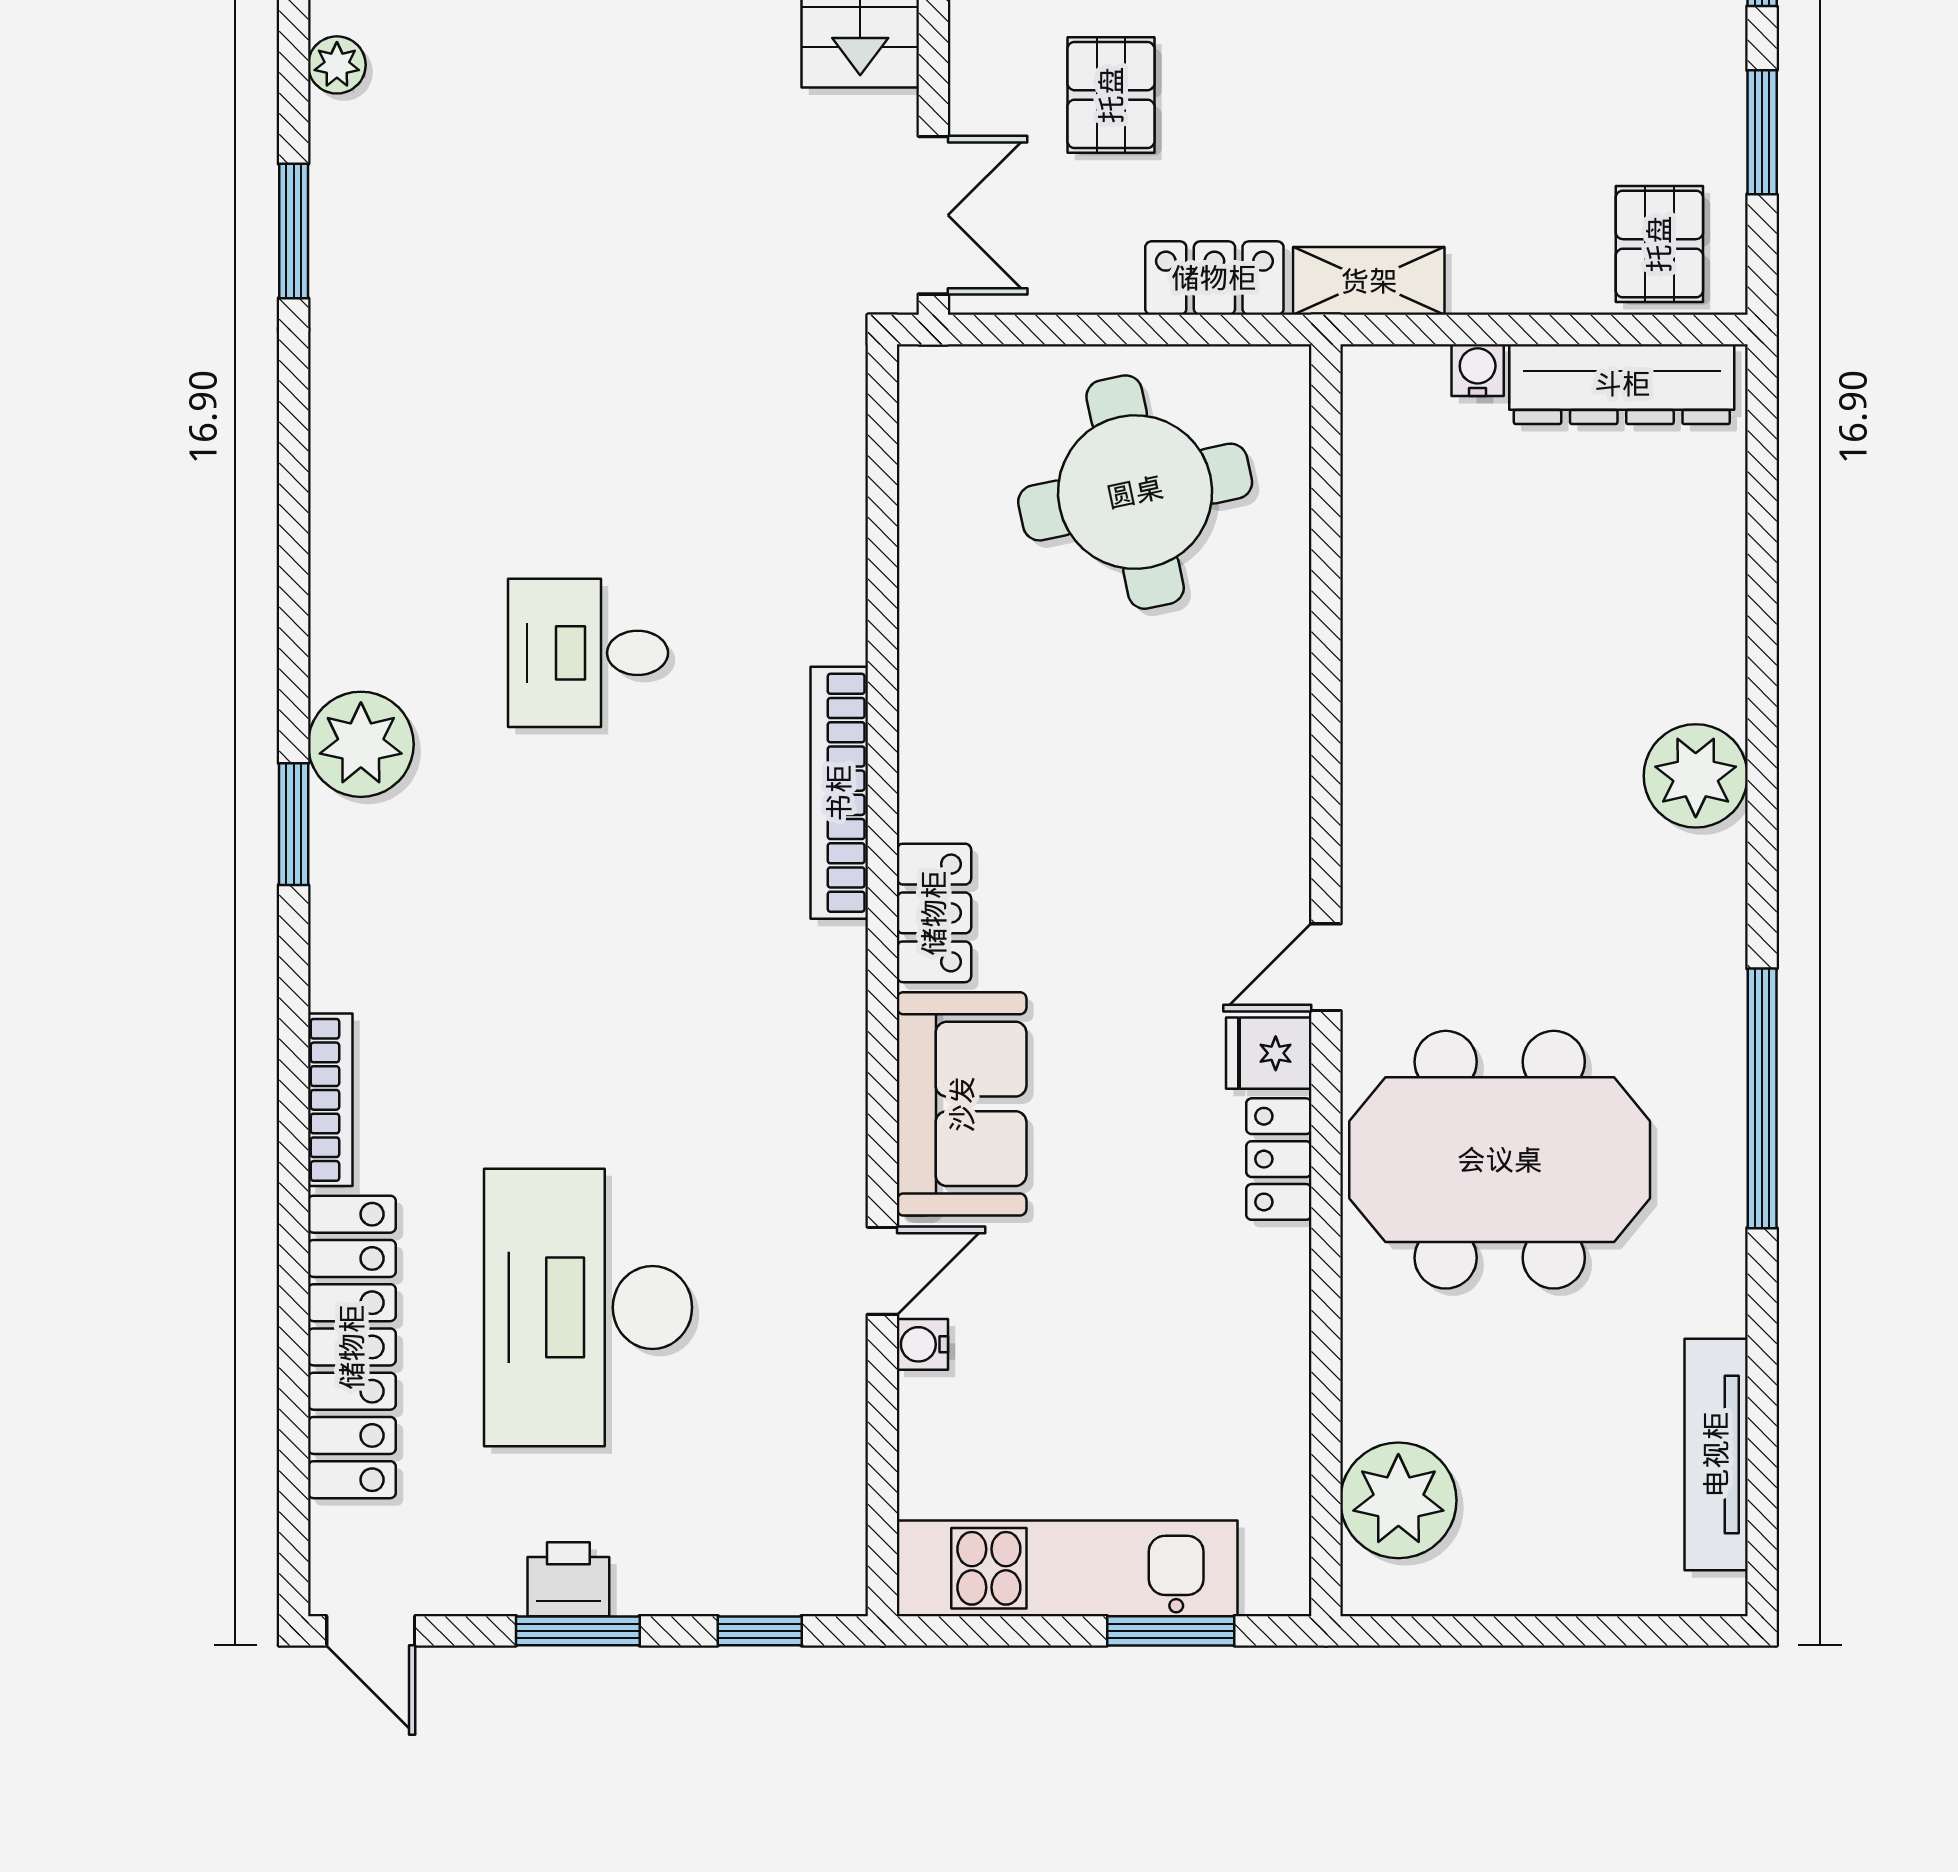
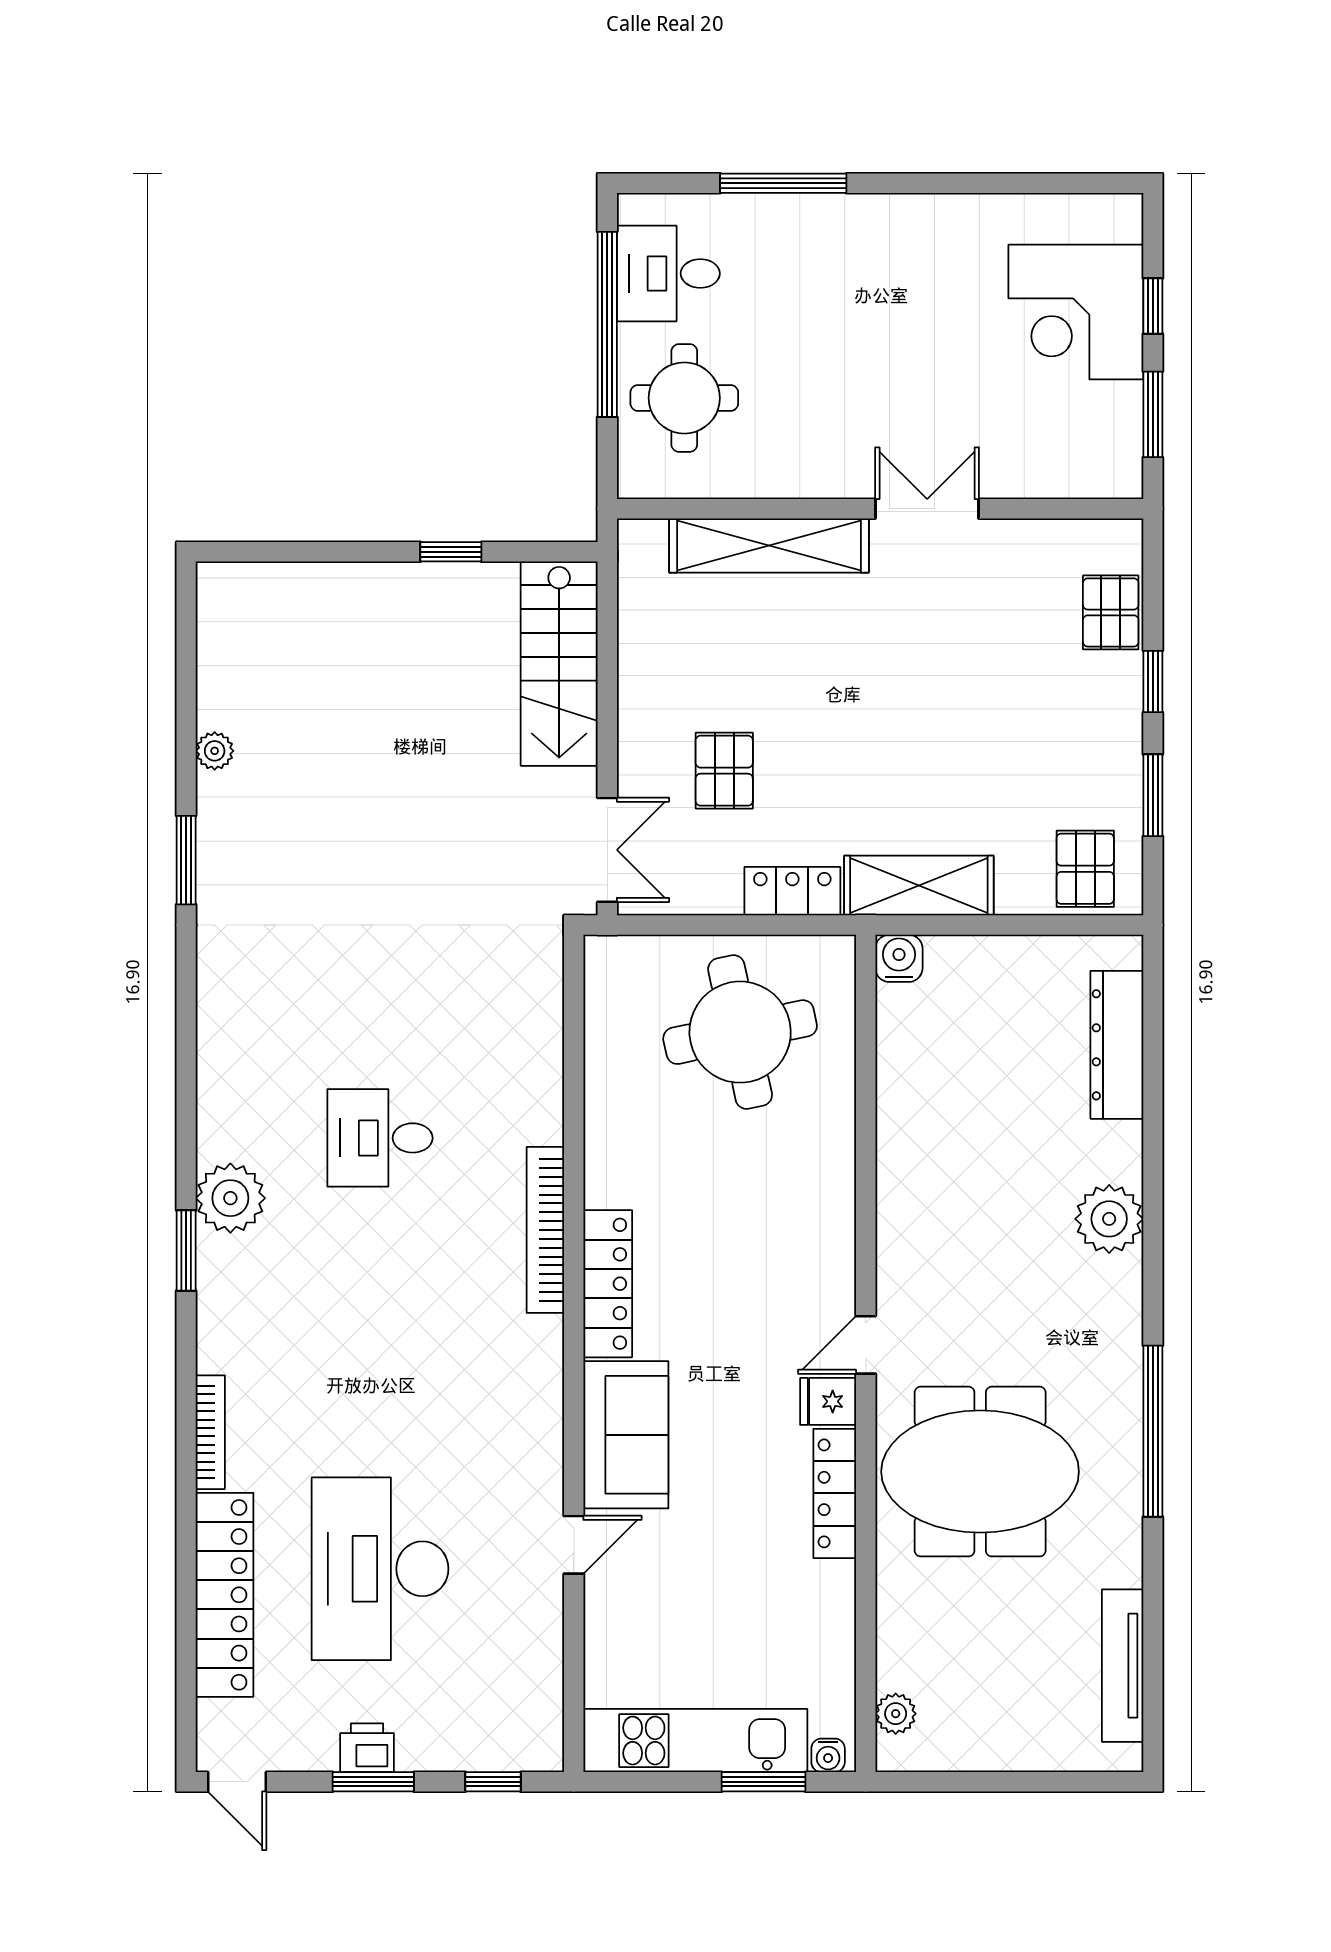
shelving: (1369, 281) -> (919, 886), width x1.50, depth x1.33
water cooler: (1478, 370) -> (899, 958), moved, width x1.38, depth x1.38
dresser: (1622, 384) -> (1117, 1045), moved, turned 90
locker: (934, 913) -> (608, 1284), width x1.53
locker: (1279, 1159) -> (835, 1493), width x1.53
water cooler: (922, 1344) -> (828, 1755), moved, turned -90
plant: (1398, 1500) -> (896, 1714), width x0.53, depth x0.53

